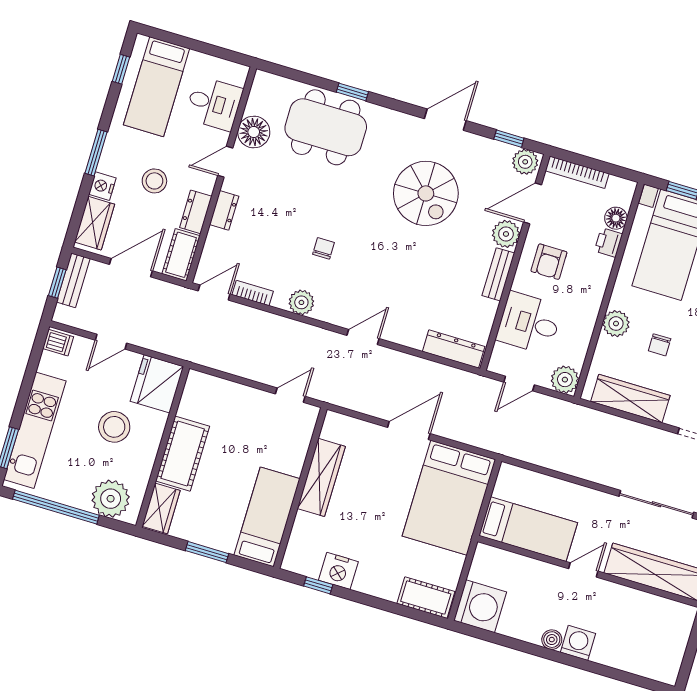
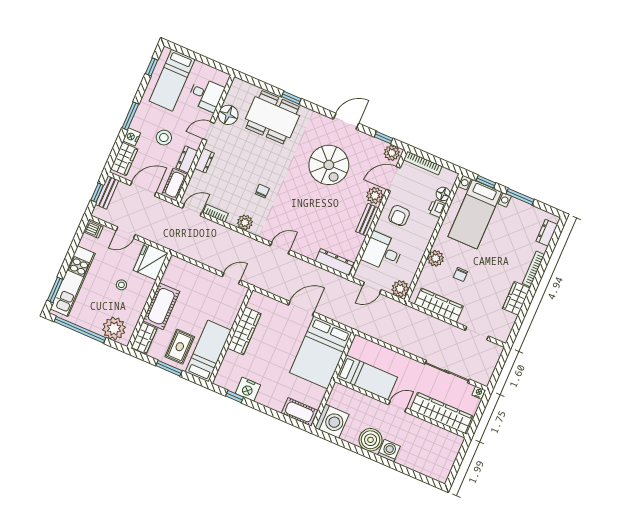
stool: (114, 427) -> (121, 285), width x0.53, depth x0.53
rug: (220, 515) -> (180, 347), added
boiler: (552, 640) -> (371, 440), width x1.86, depth x1.86

